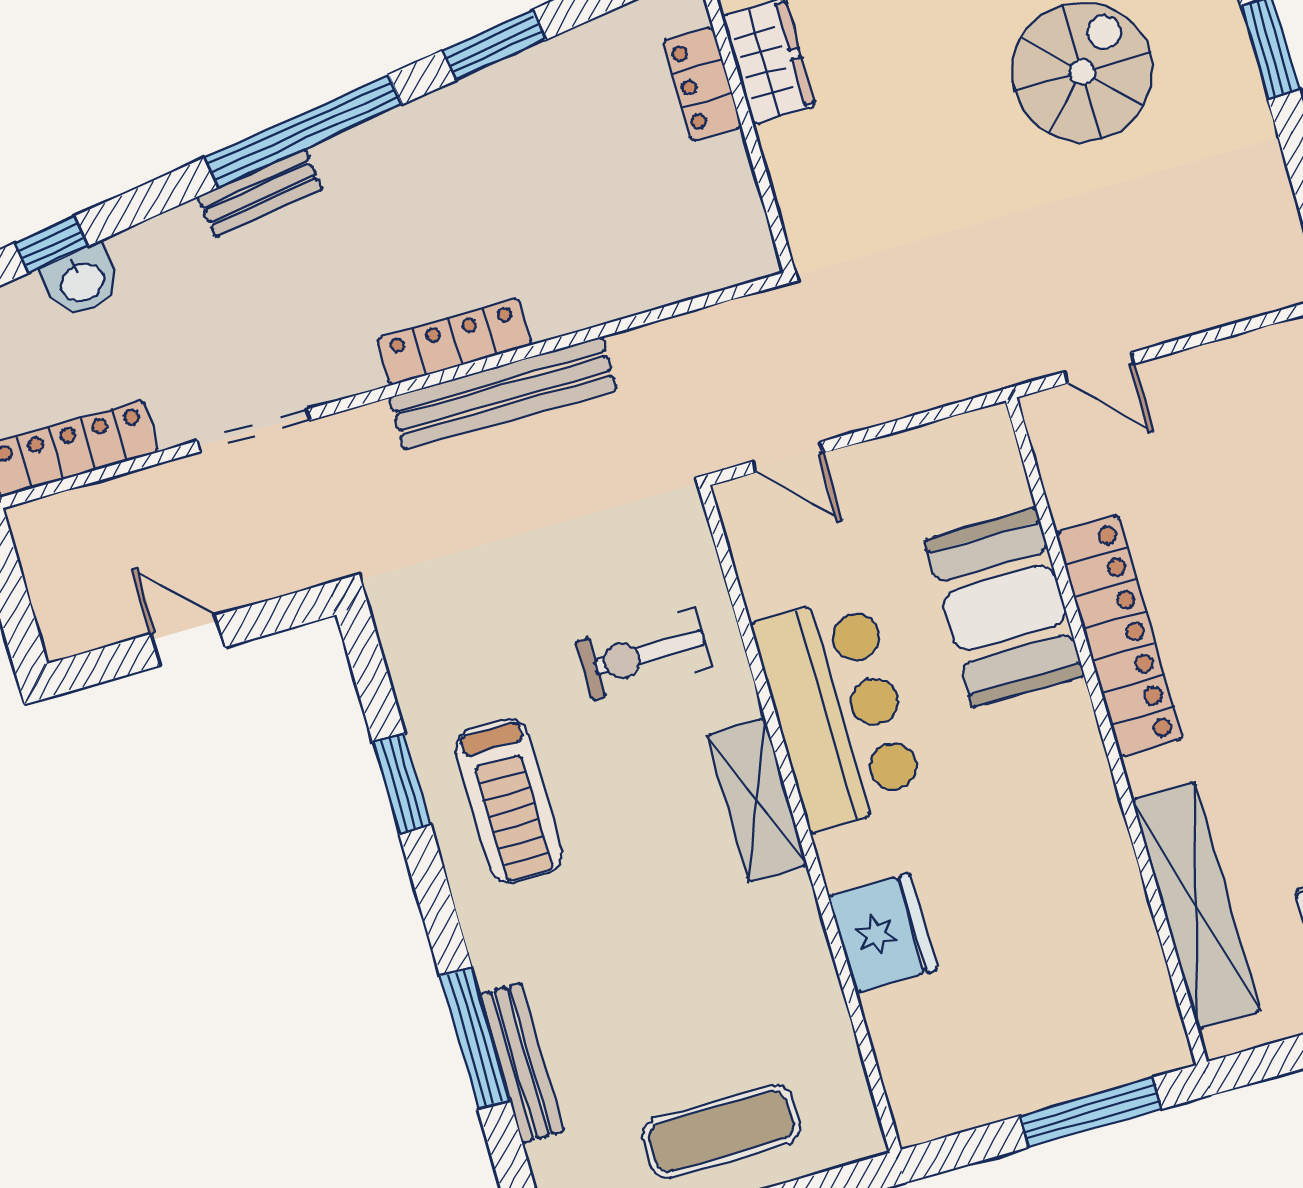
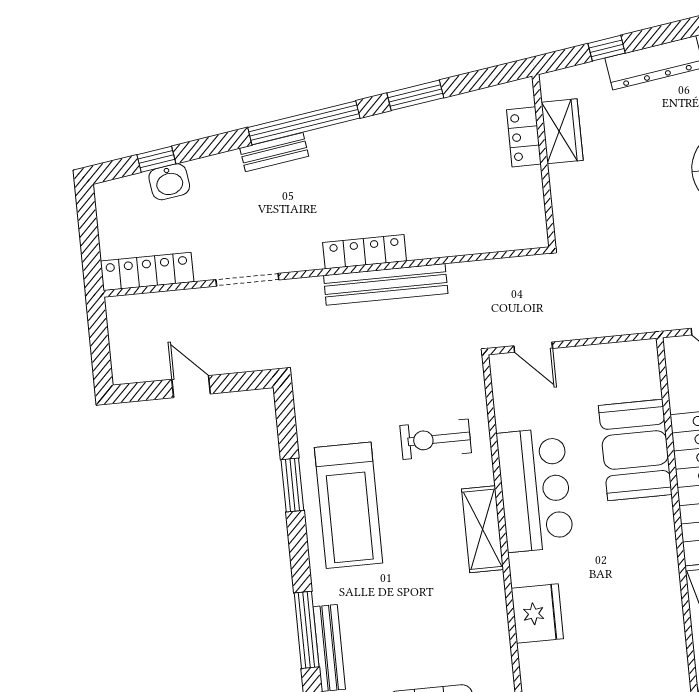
treadmill: (509, 801) -> (349, 505), width x1.37, depth x1.38

